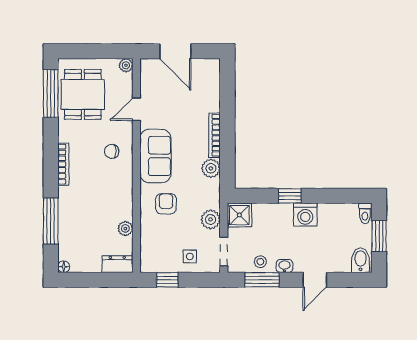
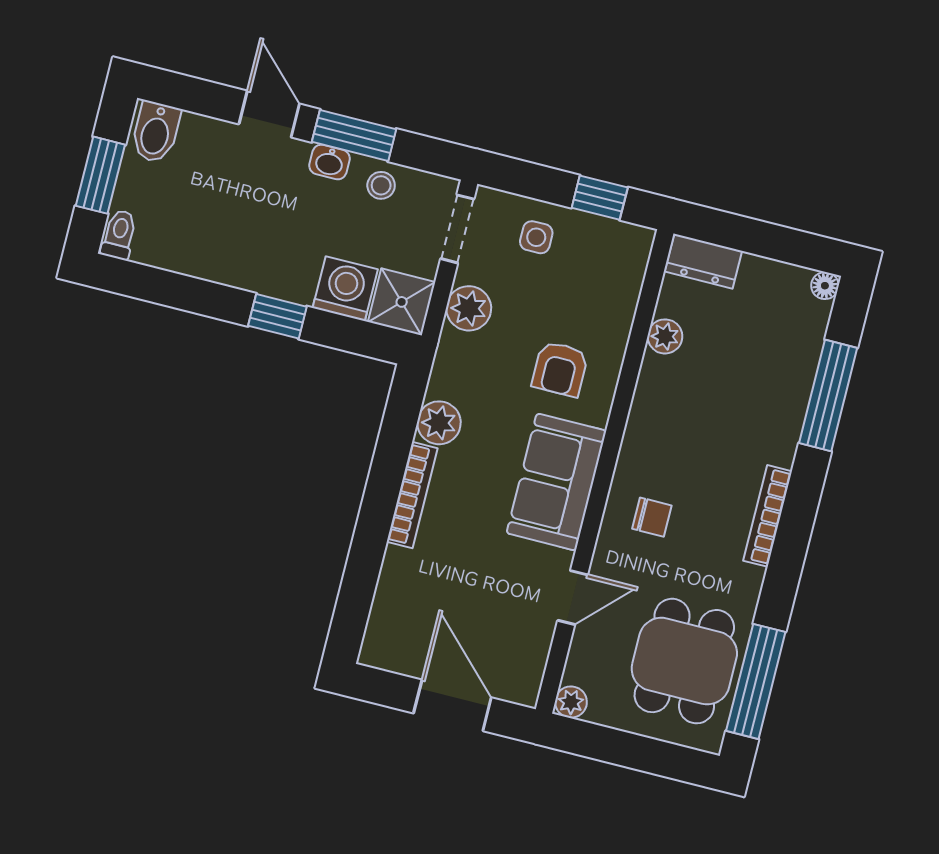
washing machine: (305, 215) -> (345, 289), moved
window: (262, 280) -> (354, 135), moved
door: (315, 280) -> (269, 114), hinge flipped

